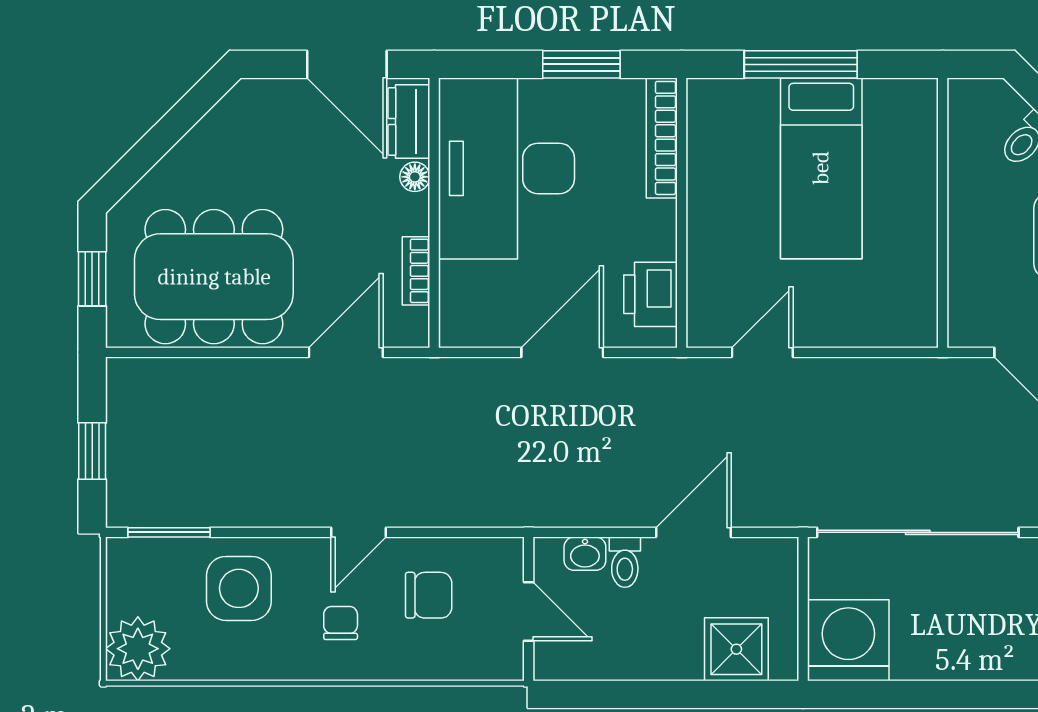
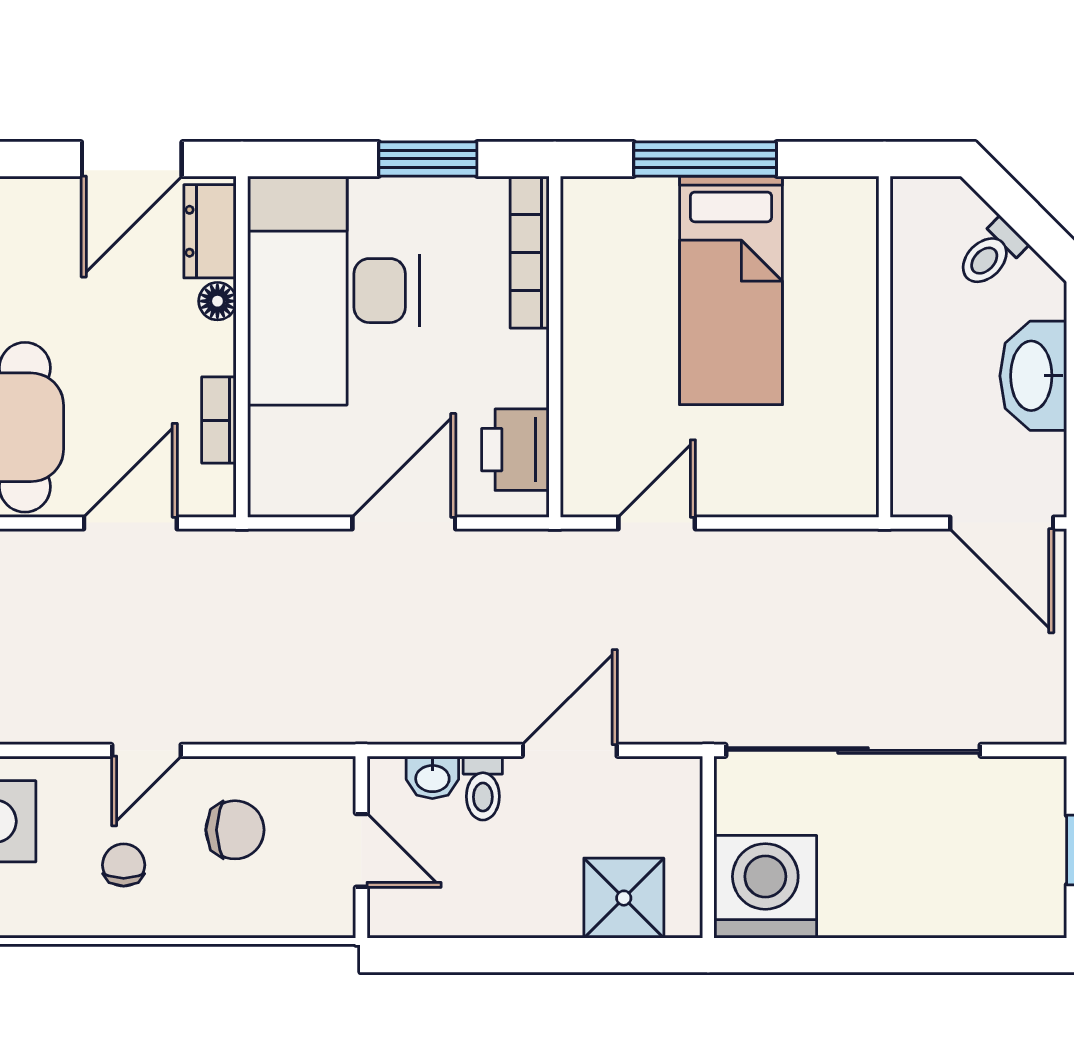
door: (347, 64) -> (132, 159), hinge flipped

